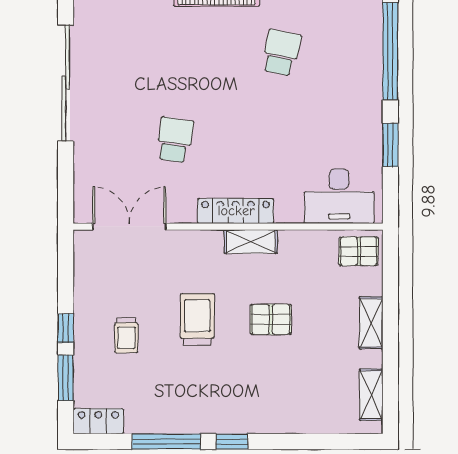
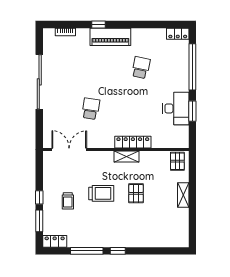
desk: (339, 196) -> (176, 108), moved, turned -90
locker: (236, 211) -> (133, 142), moved
pallet: (359, 251) -> (177, 161), turned 90
pallet: (271, 319) -> (136, 193), turned 90
trolley: (197, 320) -> (101, 193), turned 90
shelving: (371, 395) -> (183, 229), removed

